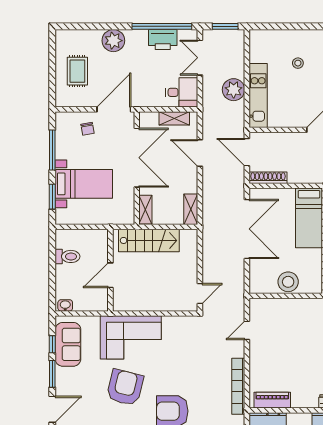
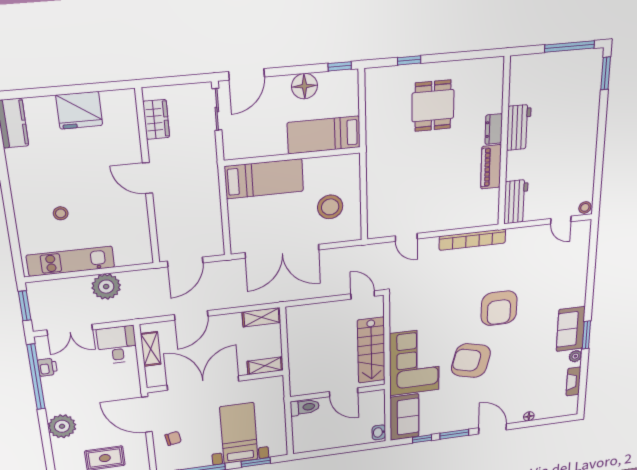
printer: (163, 40) -> (47, 367), width x0.53, depth x0.68
kitchen unit: (258, 96) -> (71, 261), moved
shoe rack: (268, 178) -> (216, 234), removed
double door: (247, 229) -> (282, 251), swing flipped
stairs: (149, 240) -> (371, 350), moved, turned 180
toilet: (68, 256) -> (305, 407), moved, turned 90
stool: (288, 282) -> (330, 207), moved
sofa: (68, 344) -> (404, 417), moved, turned 90
piano: (272, 400) -> (491, 167), moved

